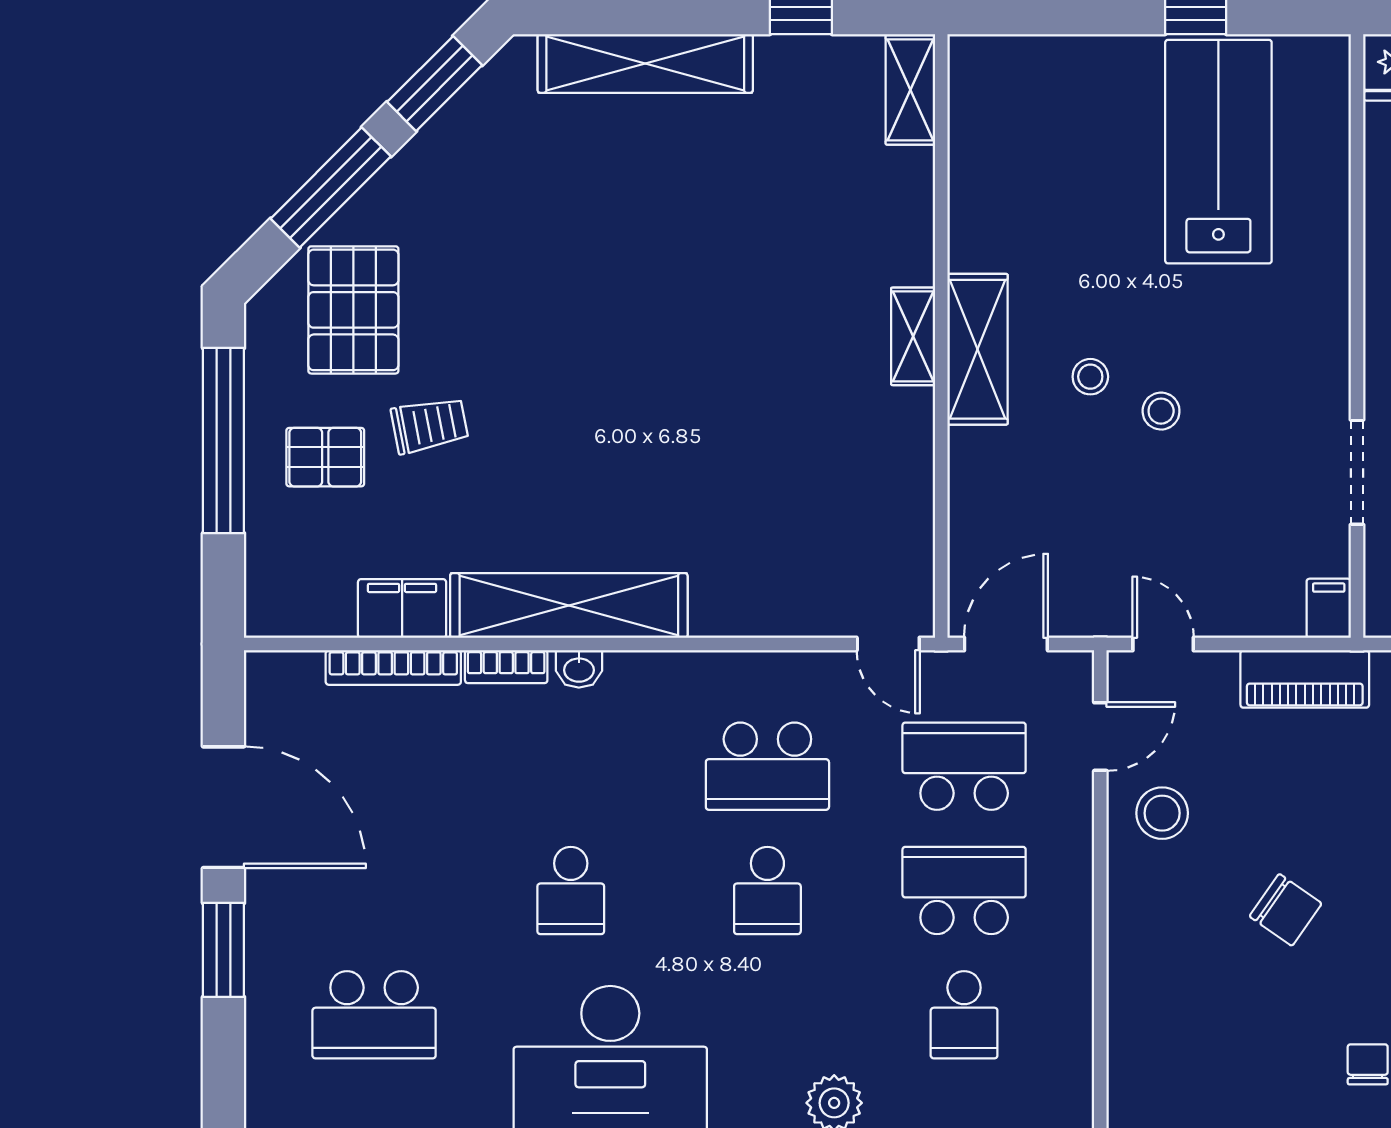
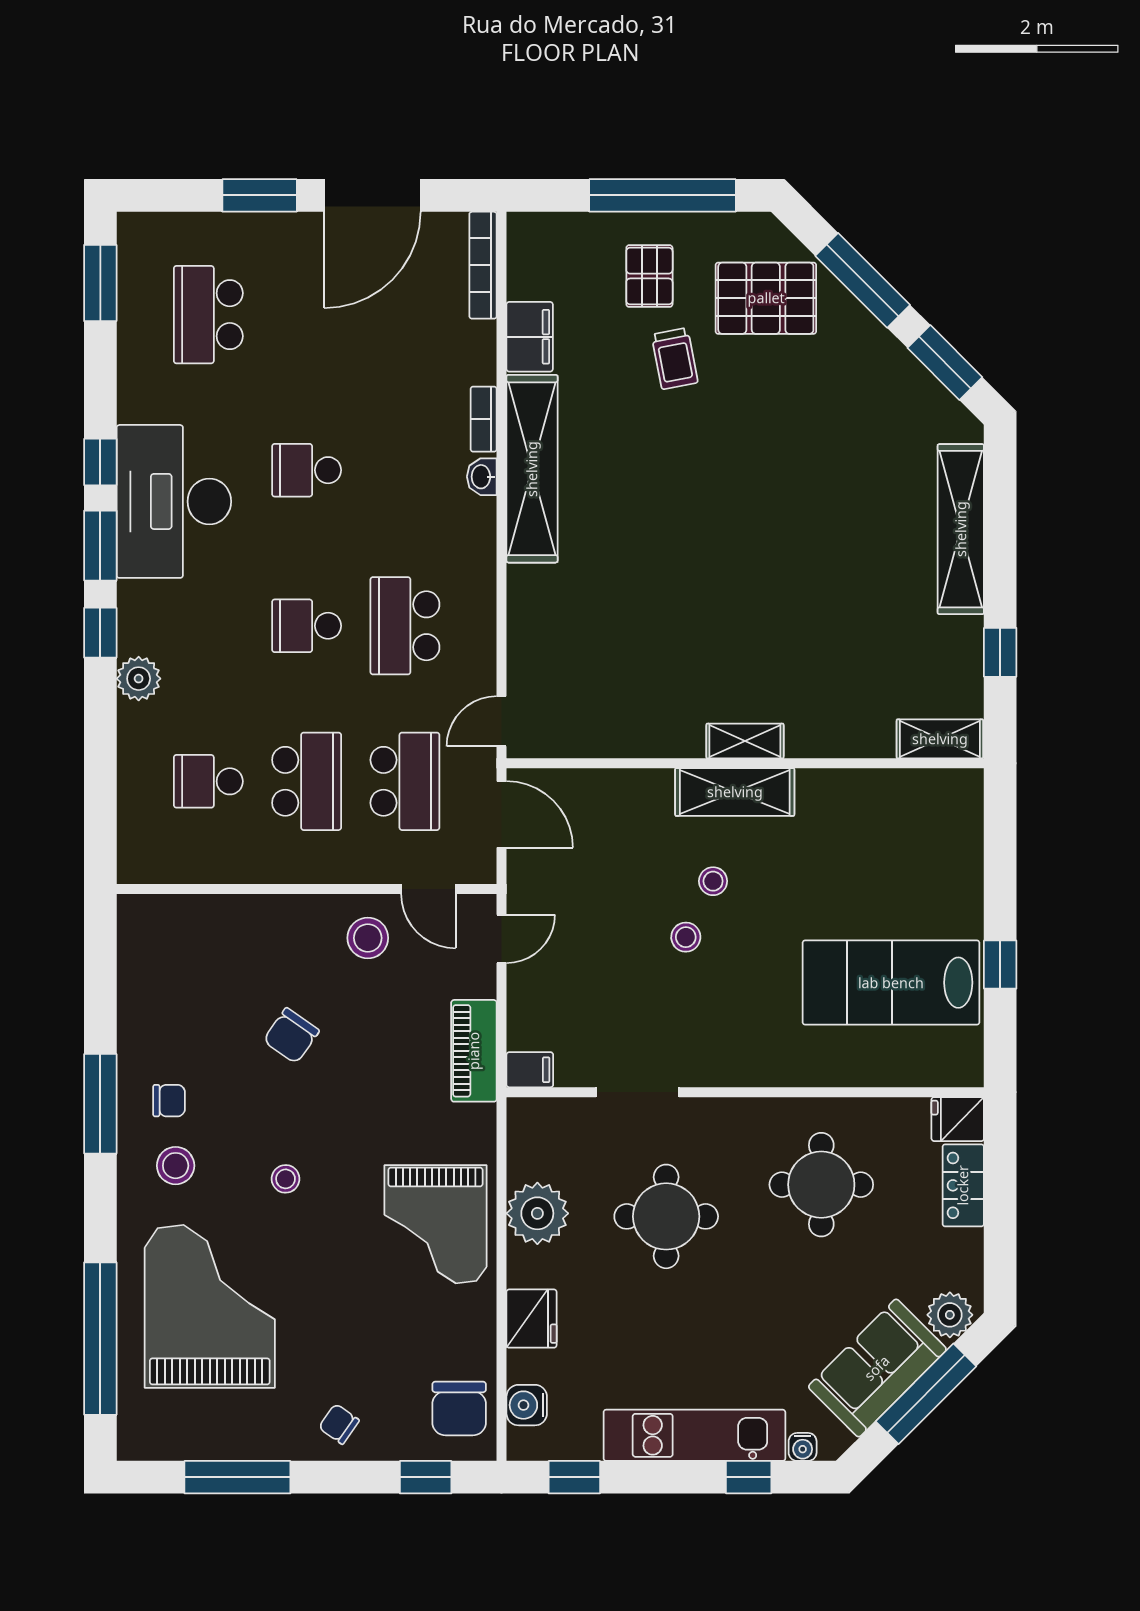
lab bench: (1218, 152) -> (891, 983), turned 180
bookcase: (393, 667) -> (483, 265), moved

